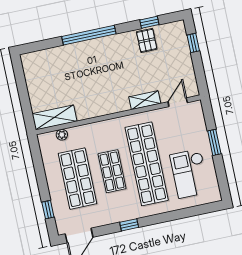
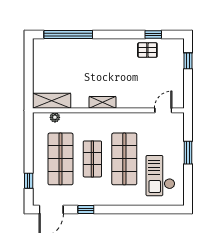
window: (89, 35) -> (68, 34), moved
pallet: (147, 40) -> (147, 50), turned 90
shelving: (145, 100) -> (103, 102), moved
shop shelf: (147, 164) -> (124, 159), width x0.71
window: (129, 225) -> (86, 209), moved

